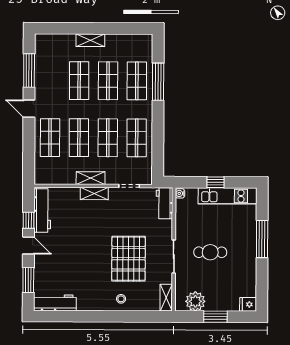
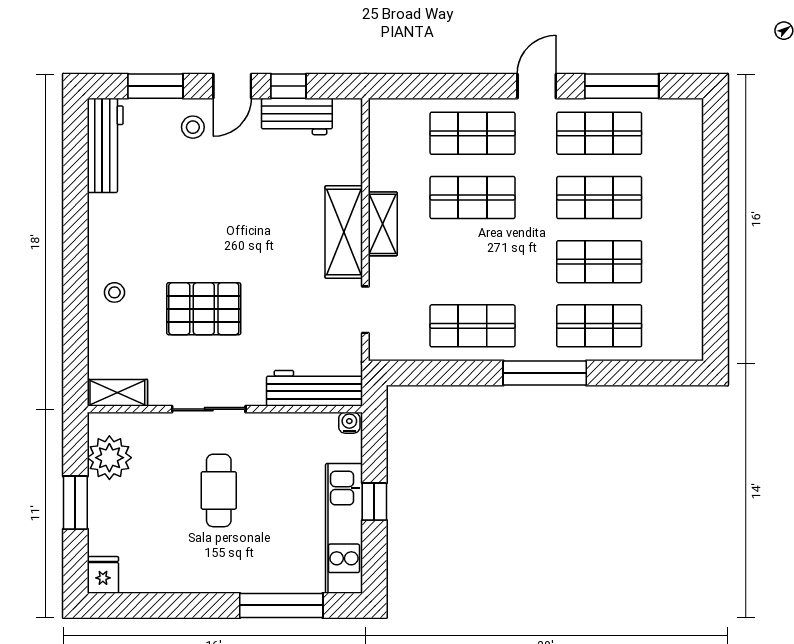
shelving: (90, 40) -> (689, 222), removed
window: (158, 82) -> (545, 373), moved
shop shelf: (108, 138) -> (599, 133), moved
shelving: (94, 194) -> (344, 232), width x1.50, depth x1.33
workbench: (164, 203) -> (314, 388), width x1.38
workbench: (42, 211) -> (297, 117), width x0.73
window: (262, 239) -> (281, 605), moved
pallet: (128, 259) -> (204, 309), width x0.73, depth x0.71
stool: (47, 263) -> (193, 127), added

